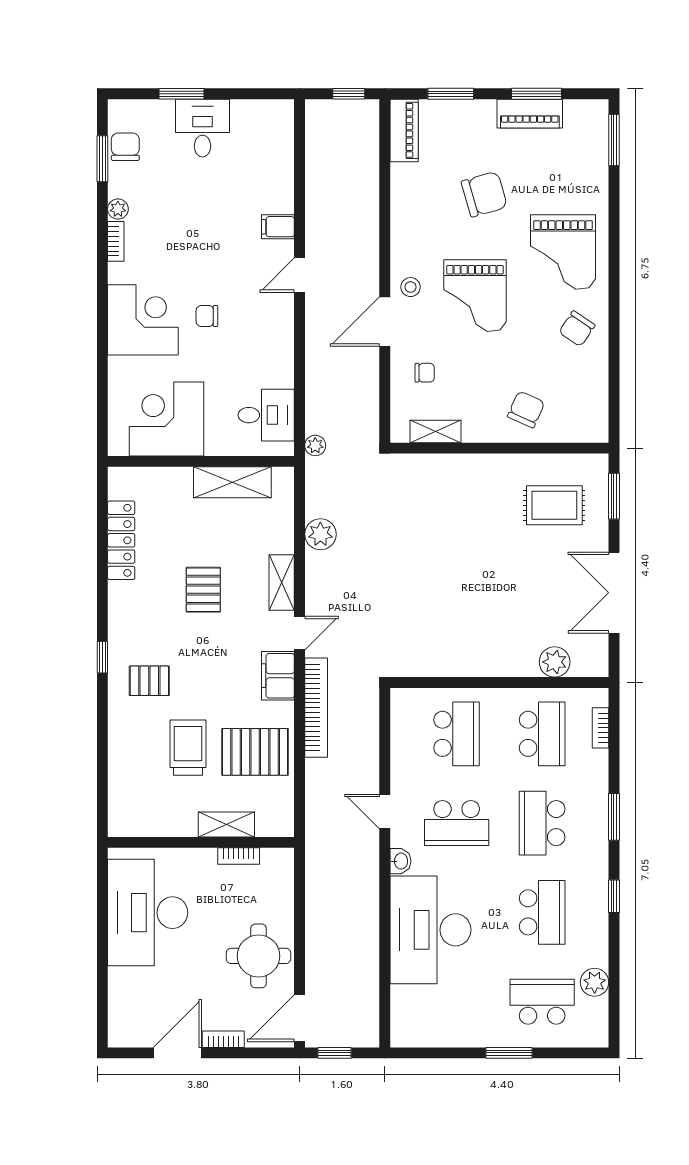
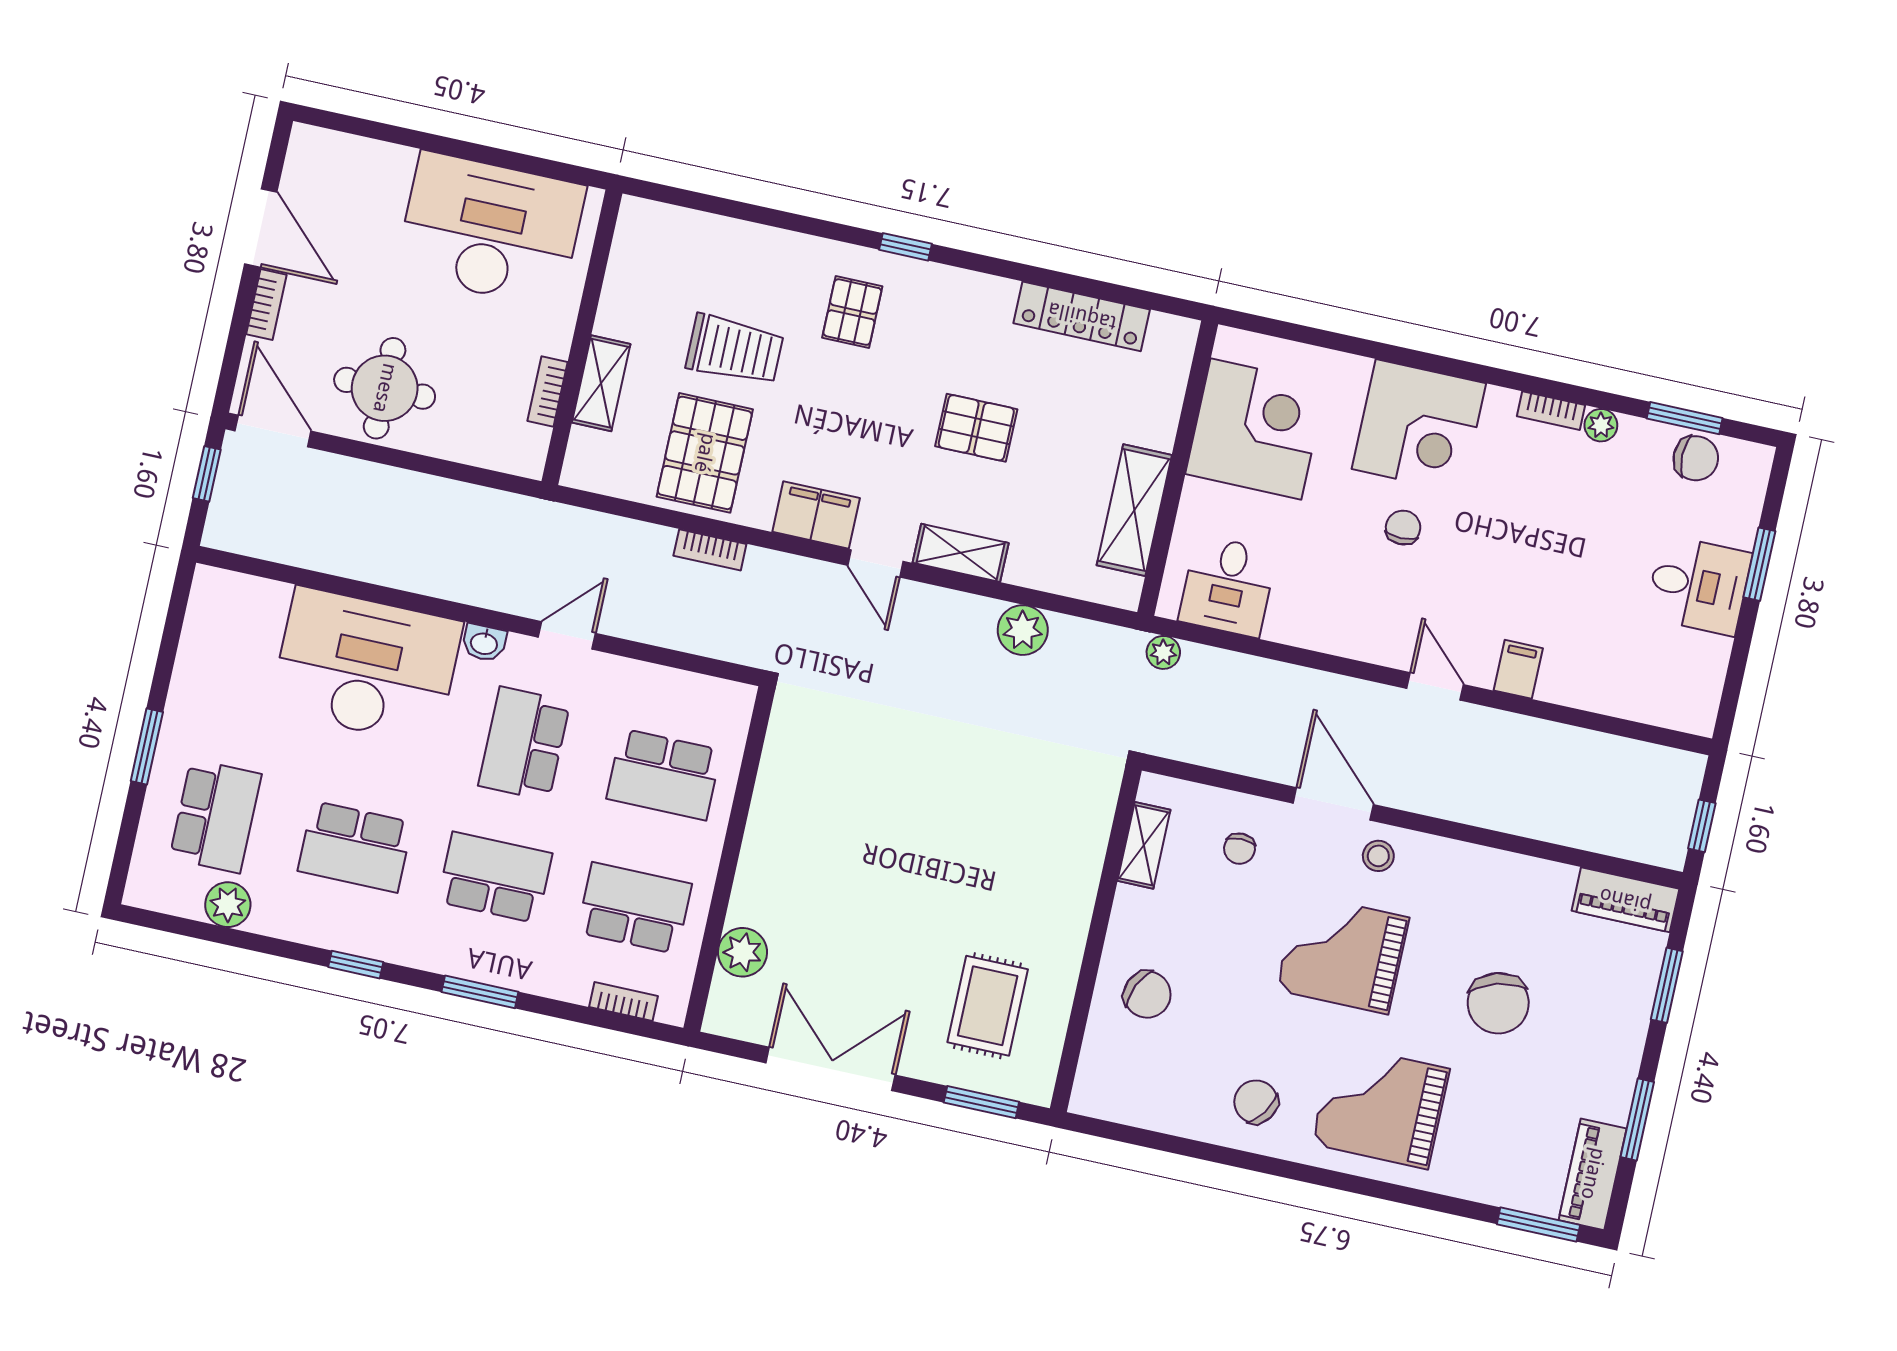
piano: (530, 114) -> (1593, 1174), moved
bookcase: (316, 708) -> (710, 550), width x0.43, depth x0.76
school desk: (542, 734) -> (634, 908), turned 180

